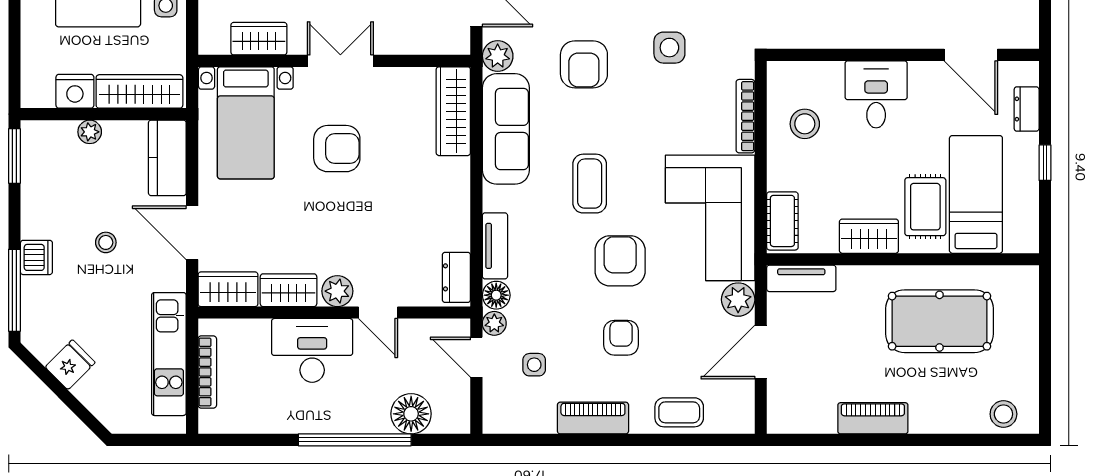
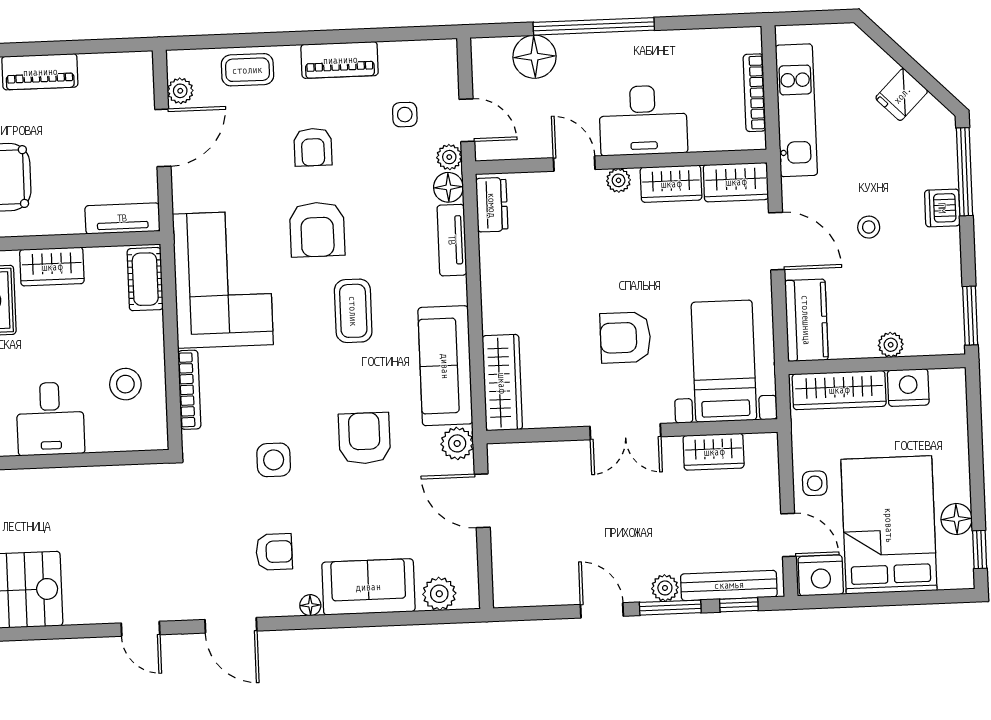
plant: (337, 291) -> (619, 180), width x0.73, depth x0.73
plant: (738, 300) -> (180, 91), moved, width x0.73, depth x0.73

